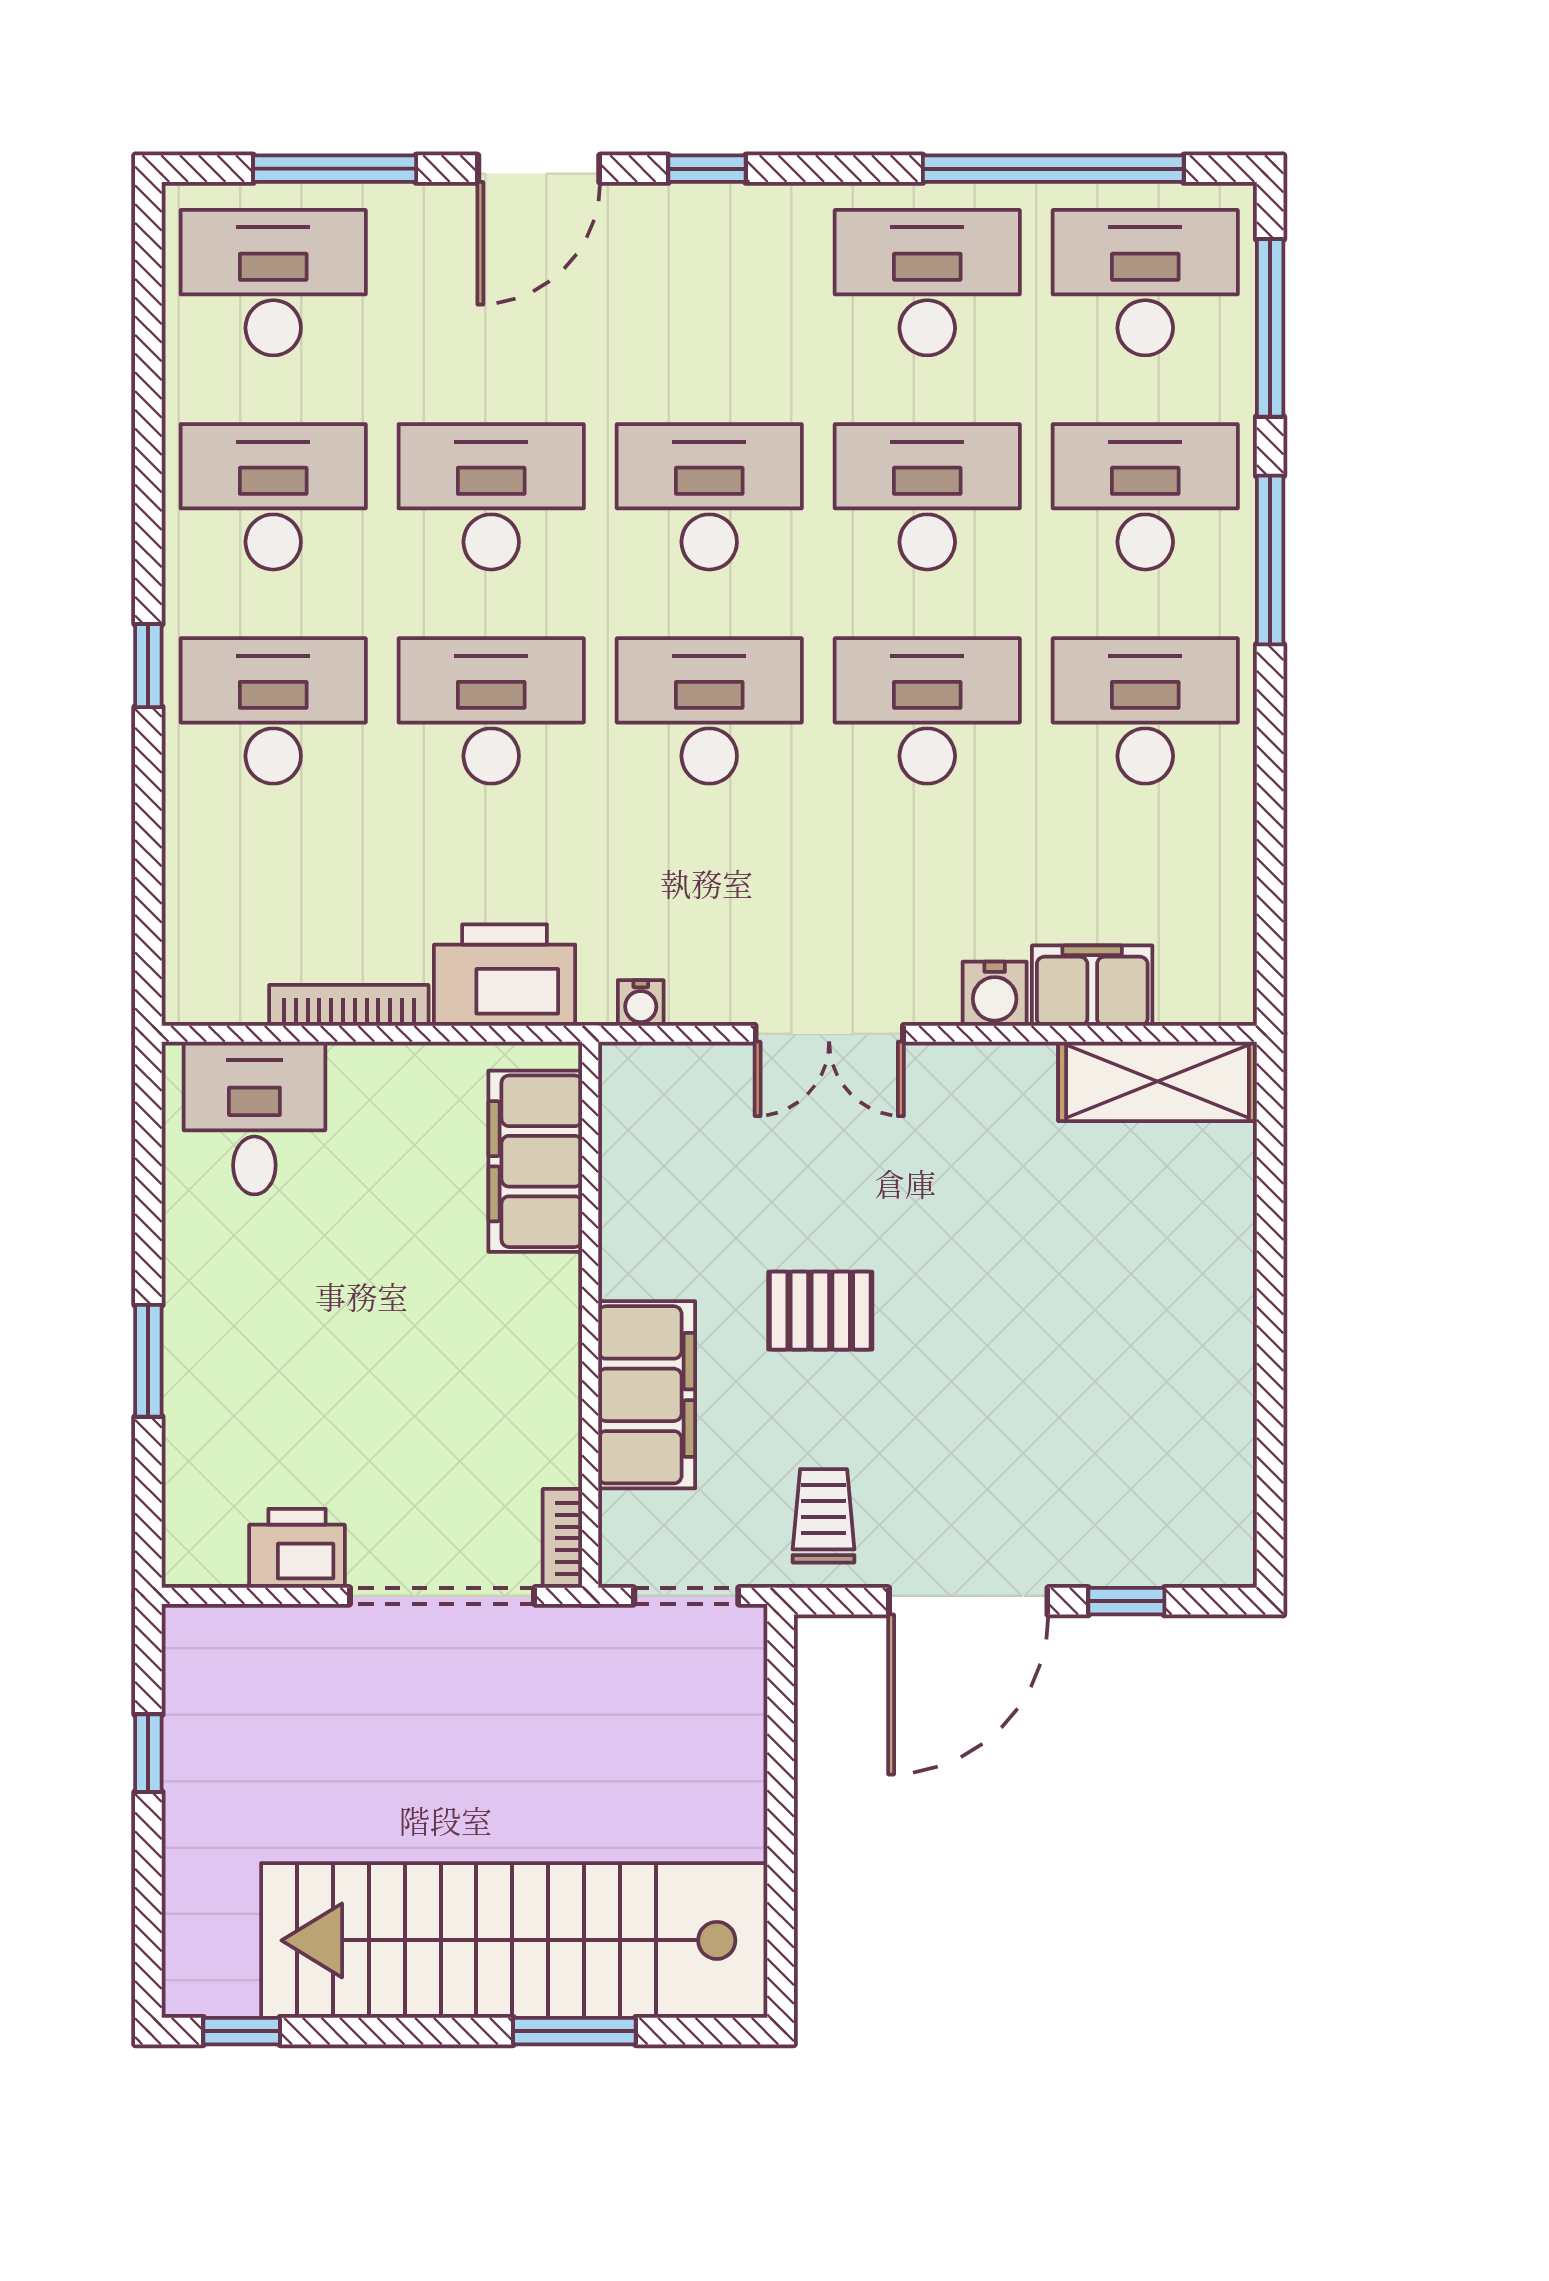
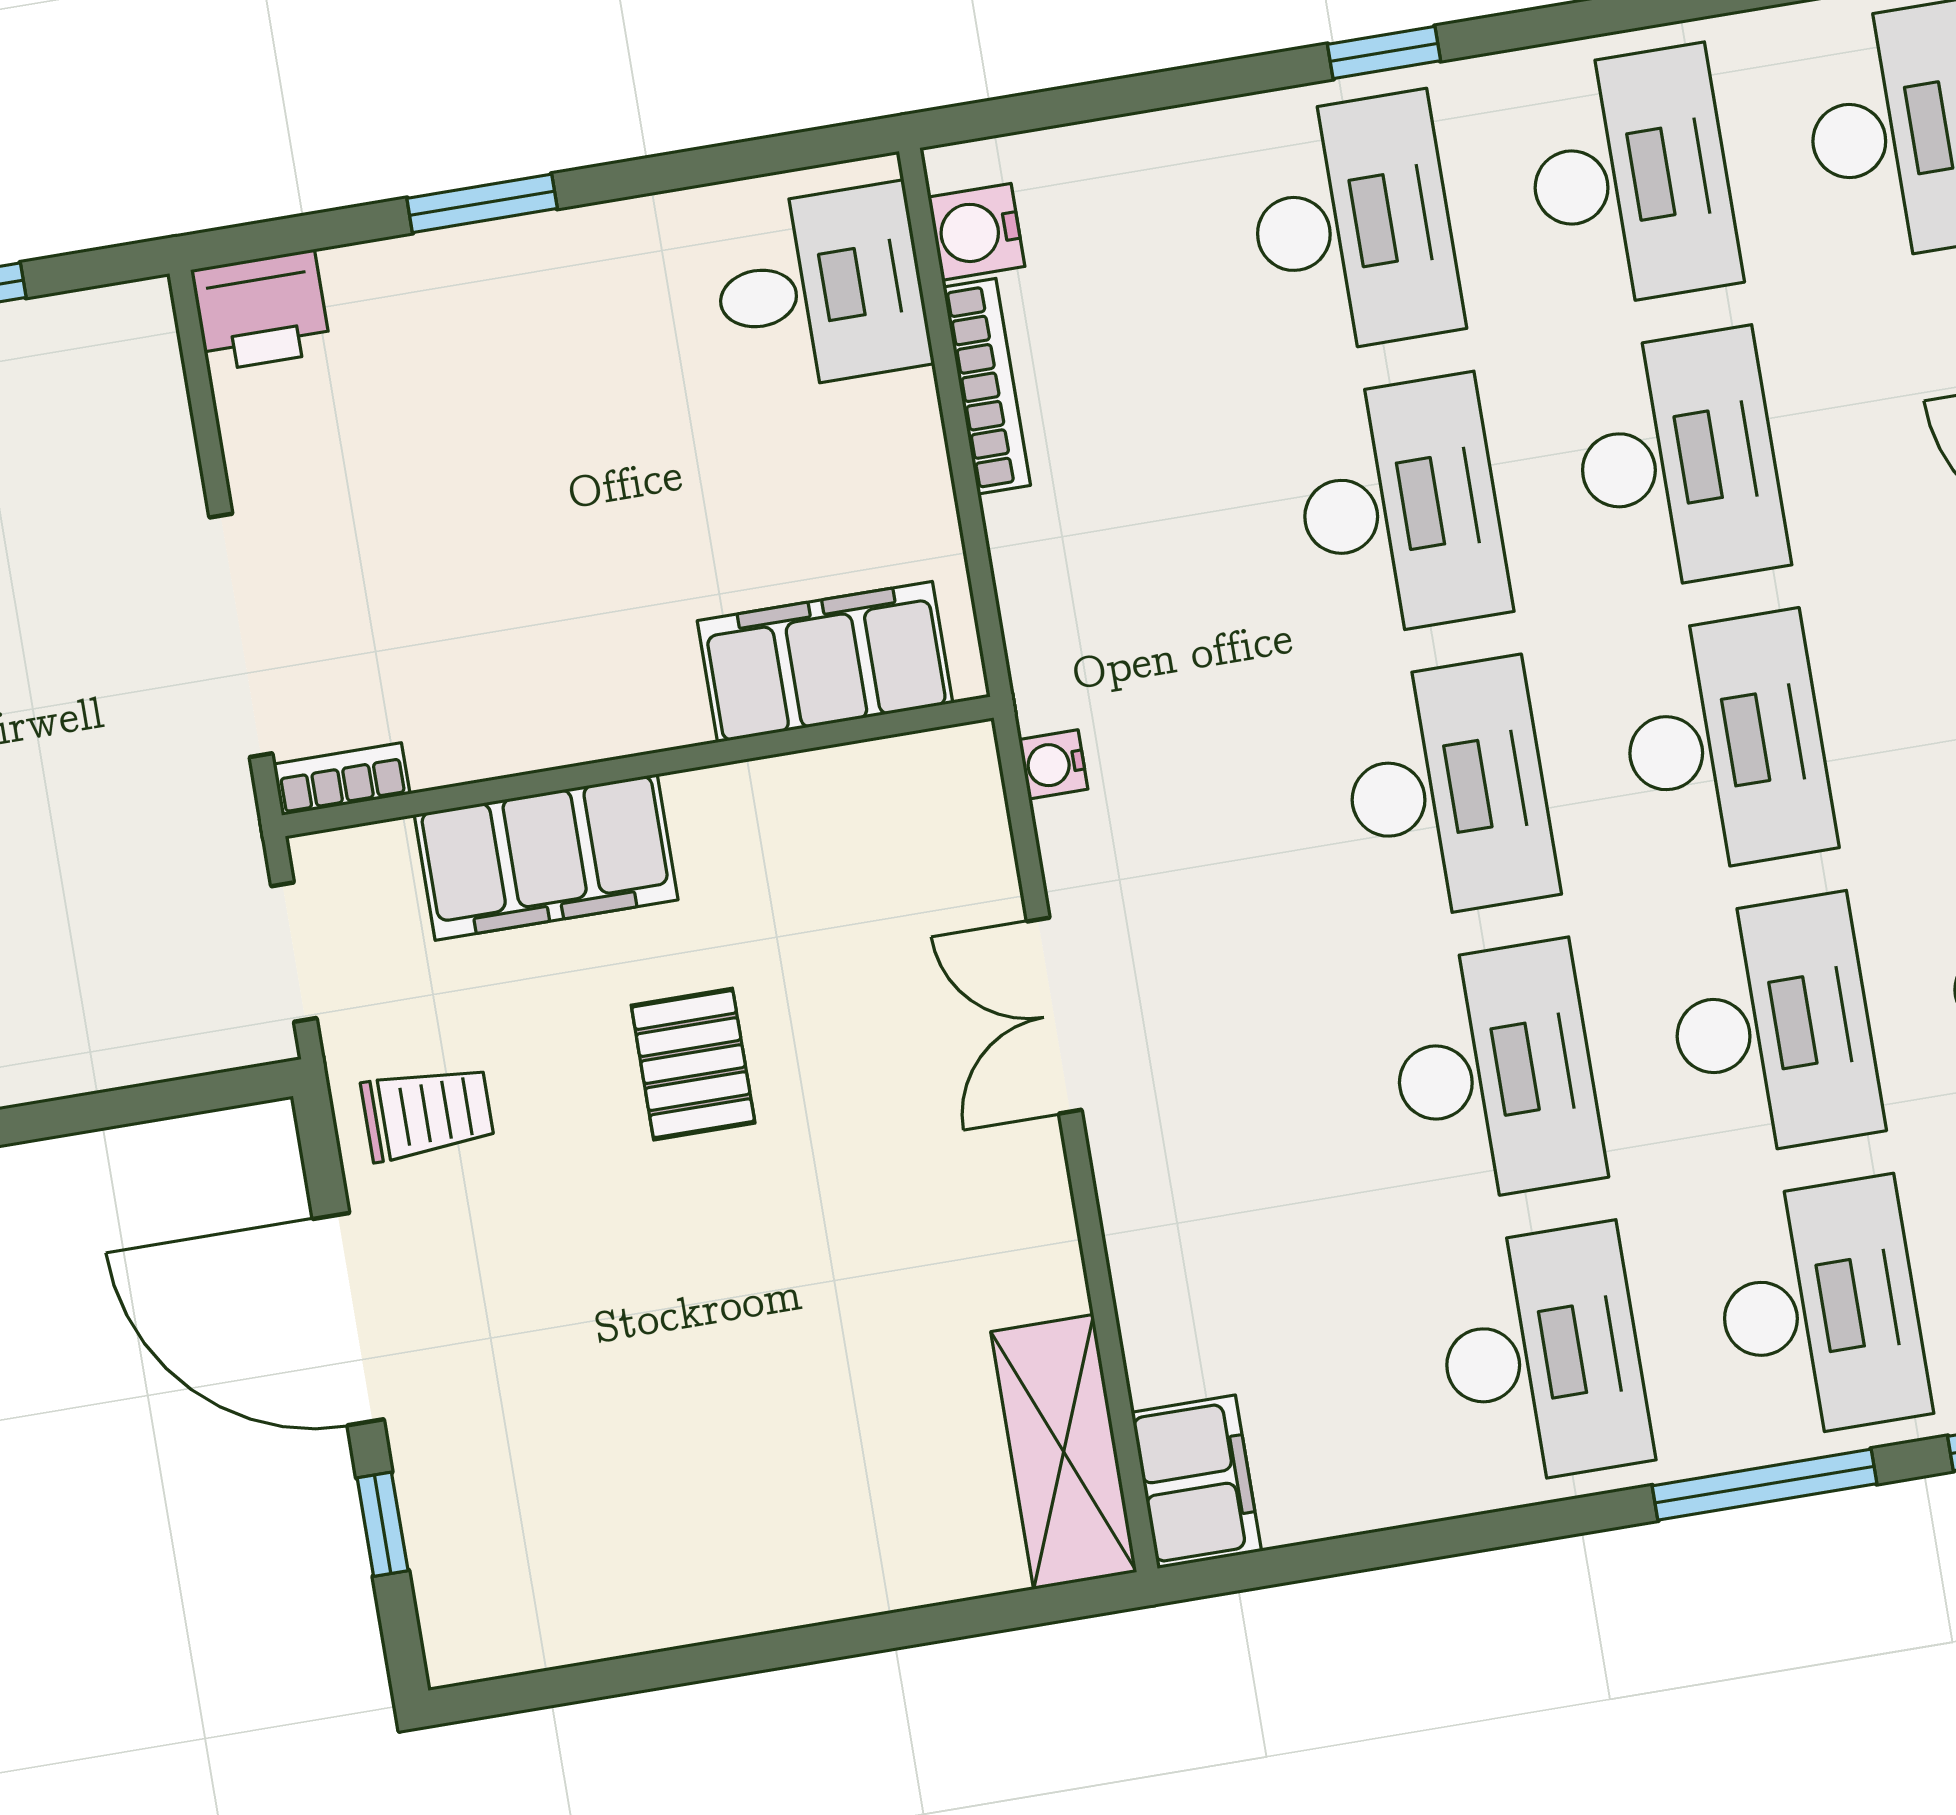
printer: (505, 975) -> (1060, 582), removed
filing cabinet: (1092, 986) -> (1196, 1482), moved
water cooler: (995, 994) -> (976, 232), moved
printer: (297, 1548) -> (261, 311), moved, turned 90

